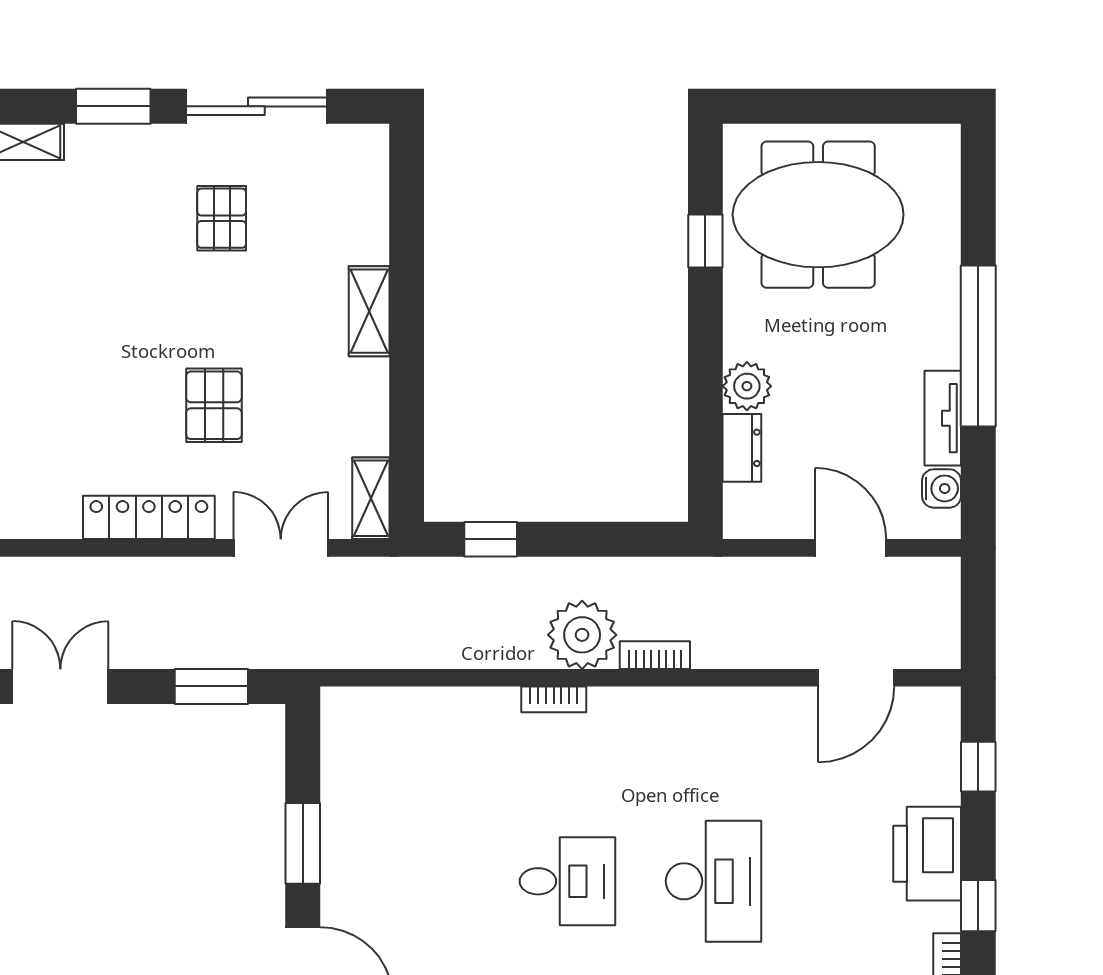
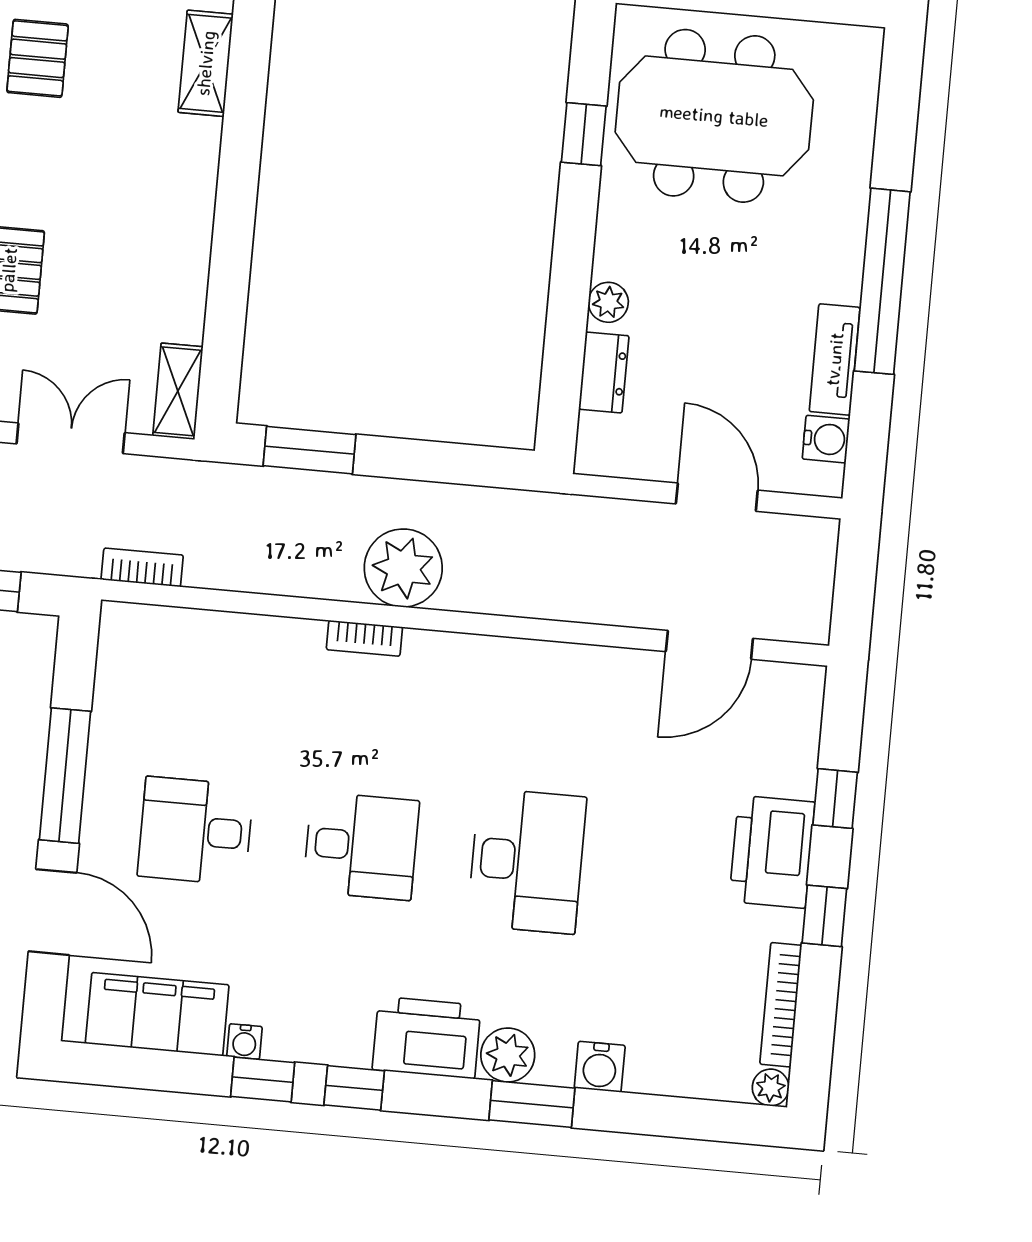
shelving: (369, 311) -> (206, 63), moved
plant: (747, 386) -> (608, 302), width x0.73, depth x0.73
window: (491, 539) -> (309, 450), width x1.50
bookcase: (655, 655) -> (142, 567), moved
window: (978, 767) -> (835, 799), moved
window: (303, 843) -> (65, 776), width x1.44
desk: (421, 881) -> (195, 831), added

